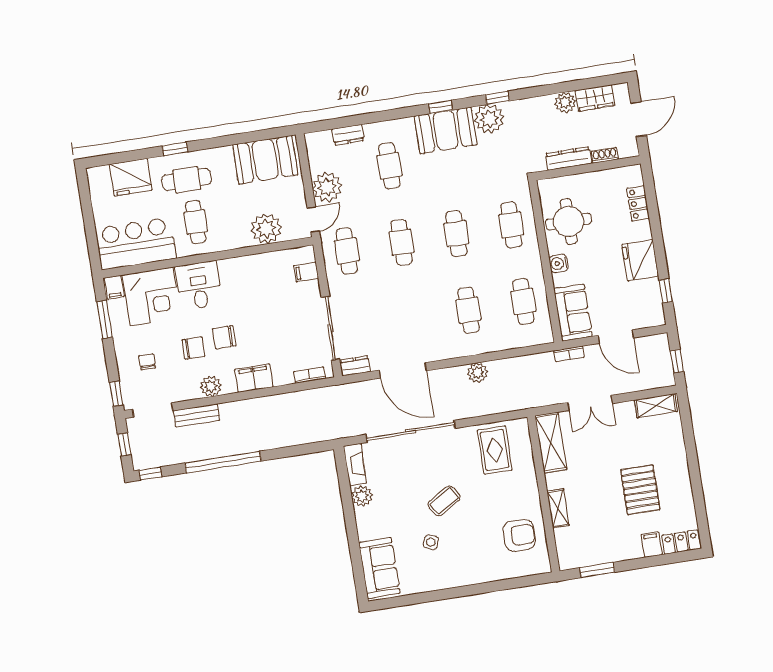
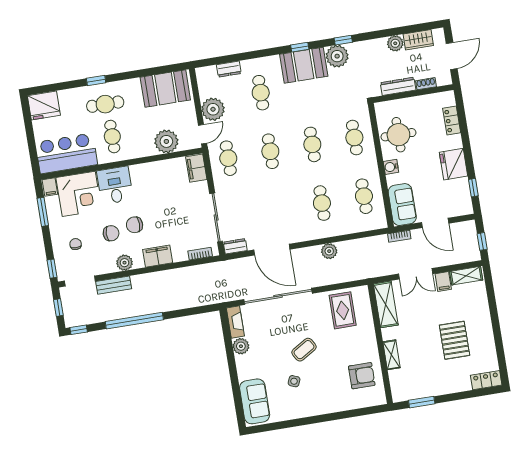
fridge: (131, 177) -> (44, 105), moved
filing cabinet: (306, 272) -> (196, 168), width x2.00
filing cabinet: (652, 545) -> (443, 282), moved, turned 180

